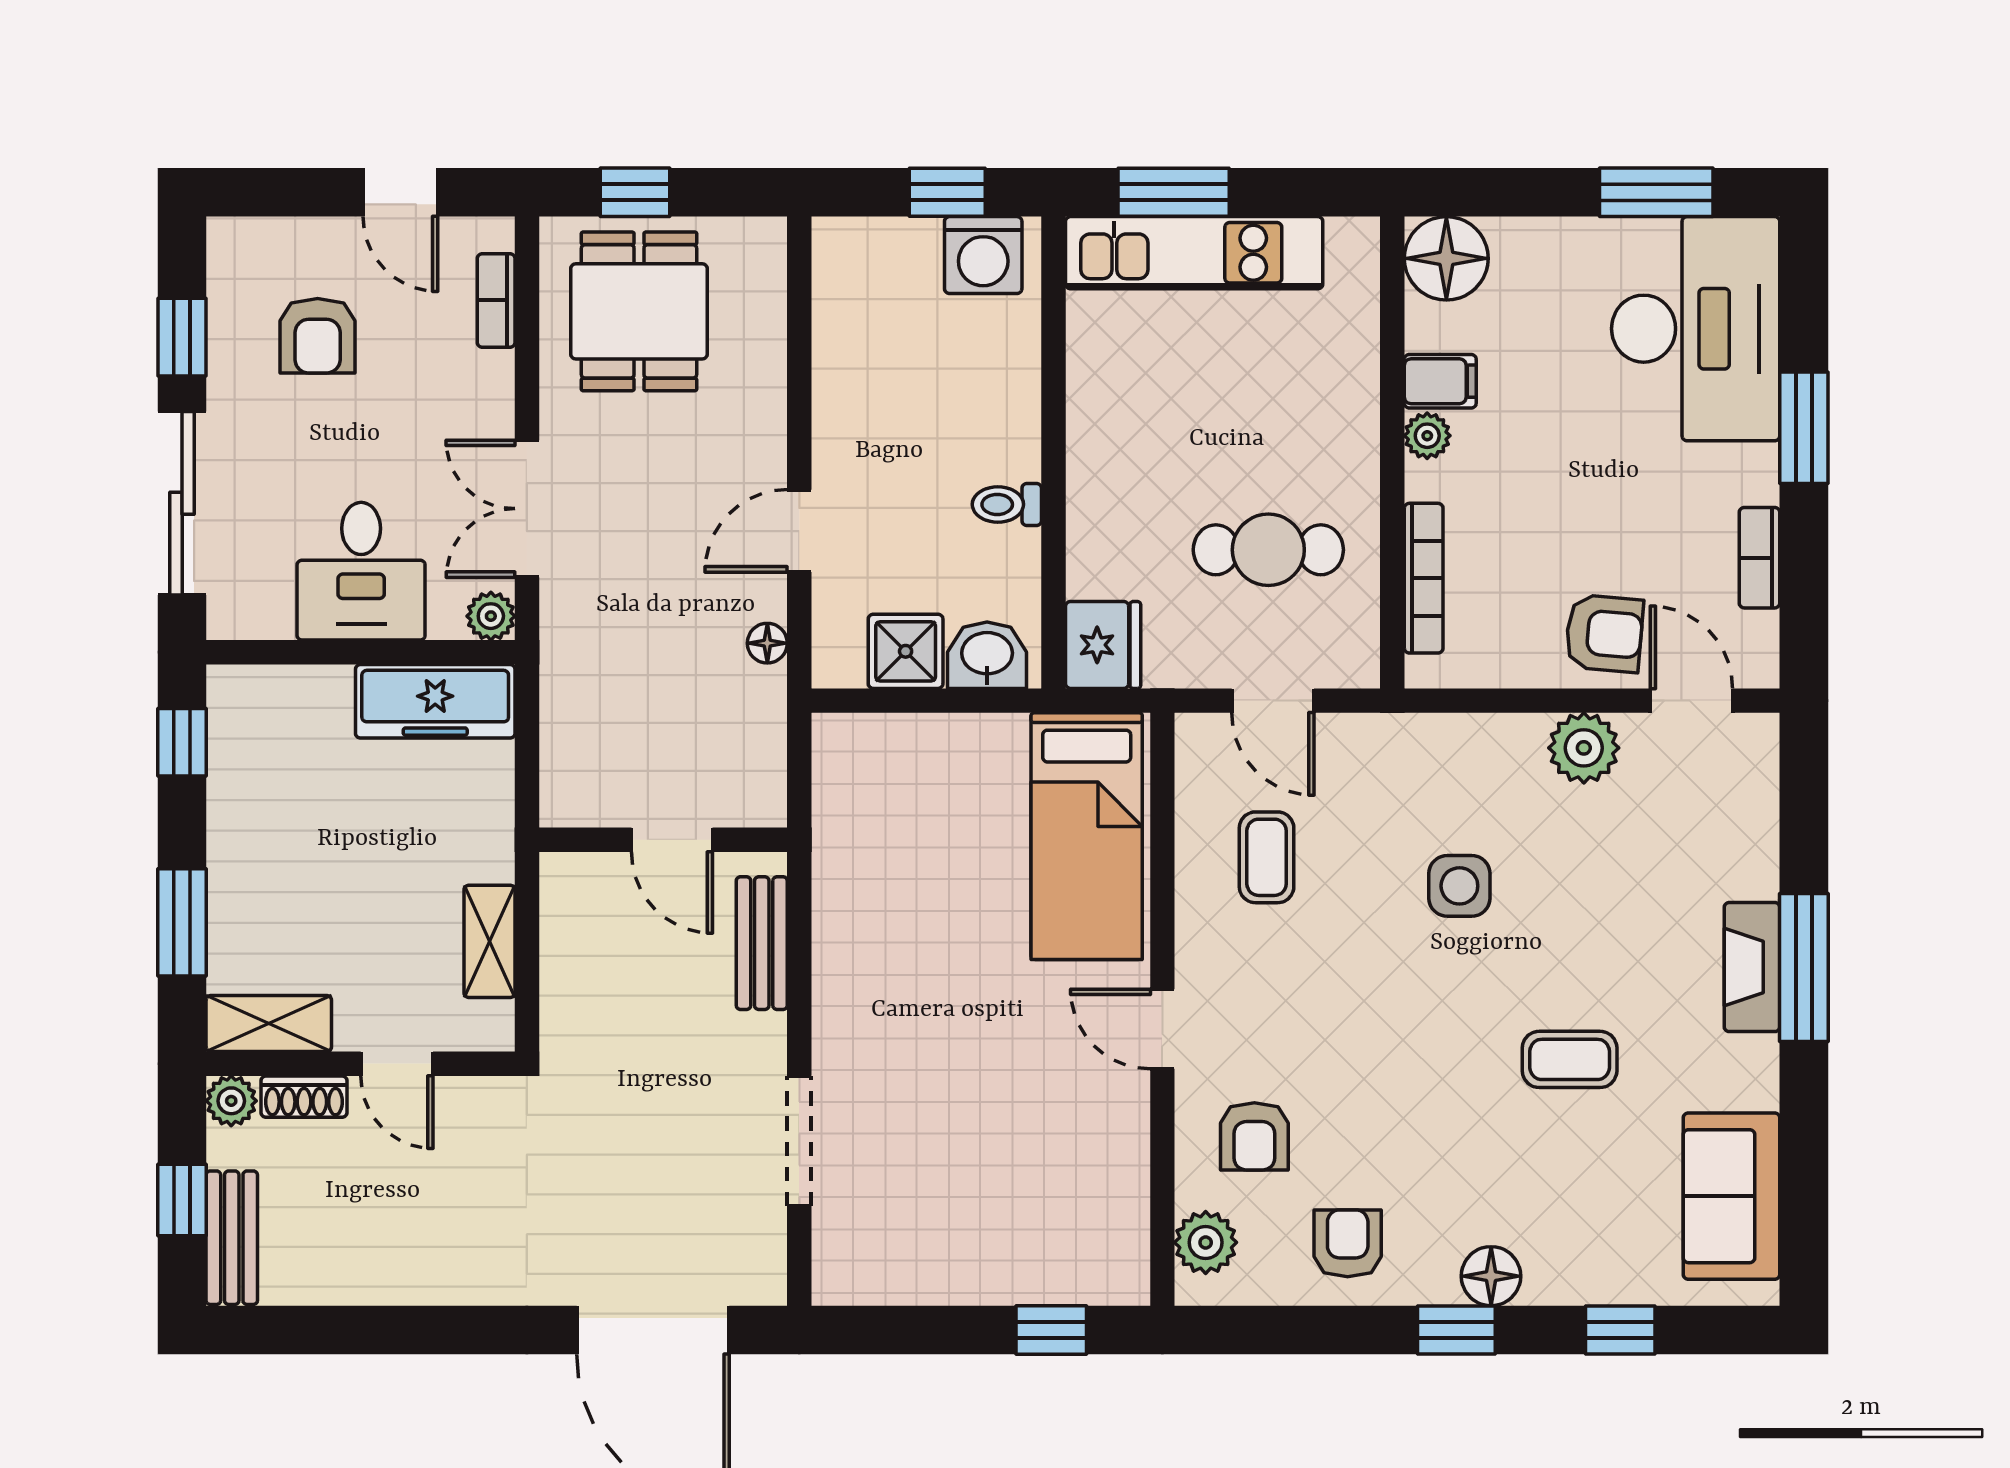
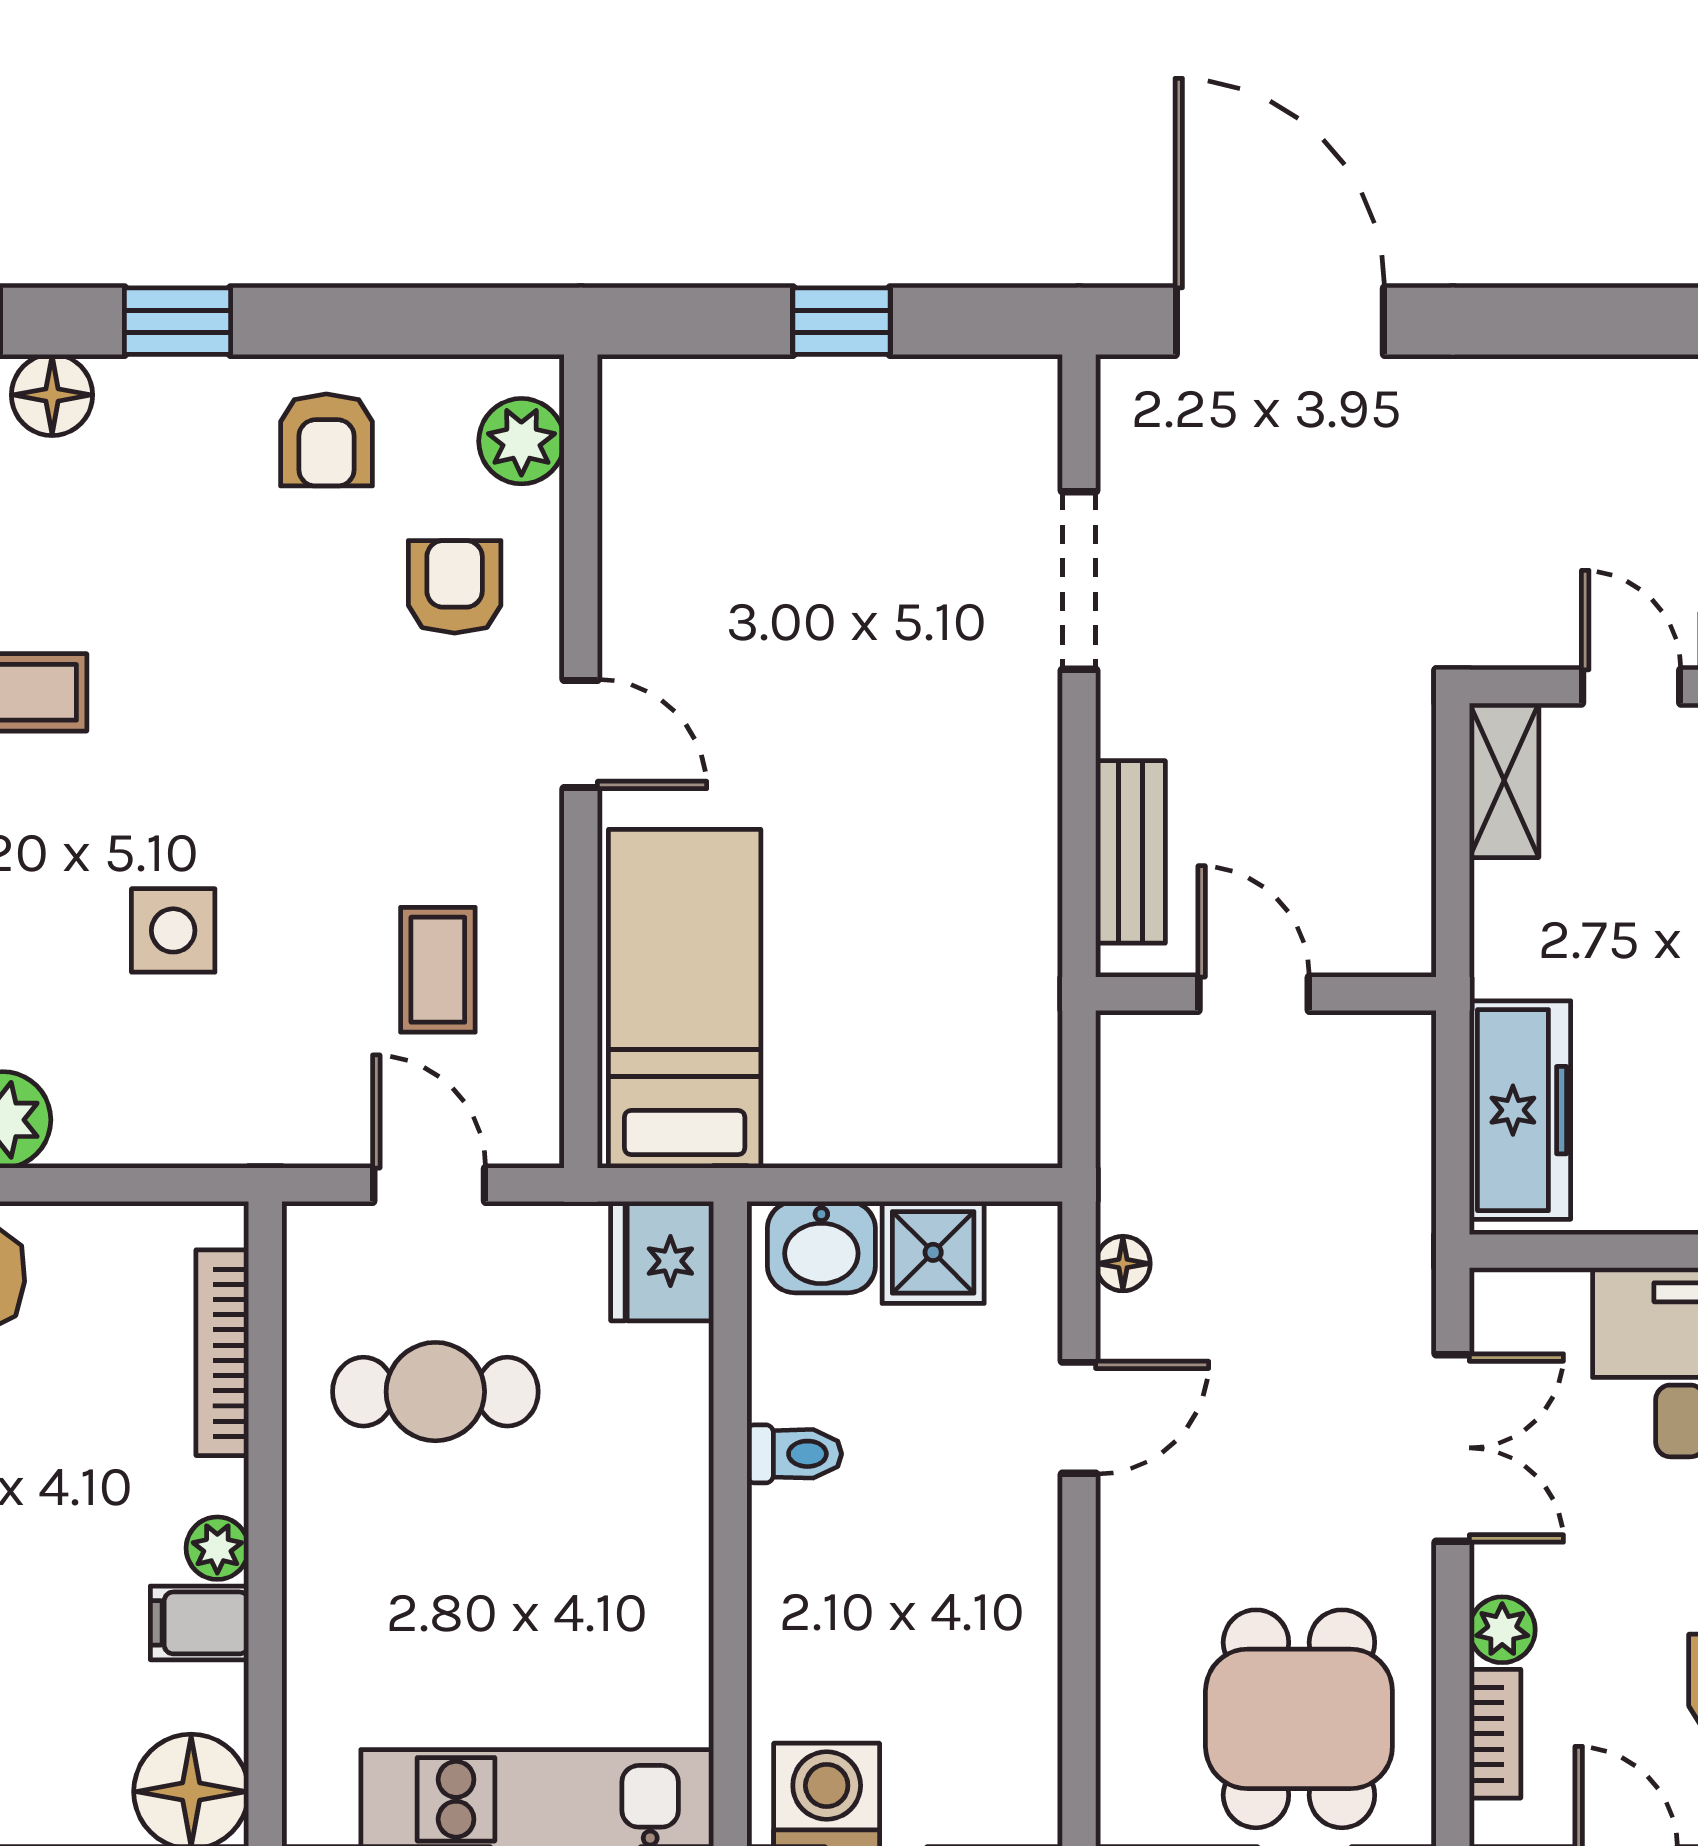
plant: (491, 616) -> (1502, 1630), moved
freezer: (435, 701) -> (1520, 1110), moved, turned 90
shelving: (490, 941) -> (1504, 780), moved
floor lamp: (1491, 1276) -> (52, 395), moved
window: (1051, 1330) -> (842, 321), moved

